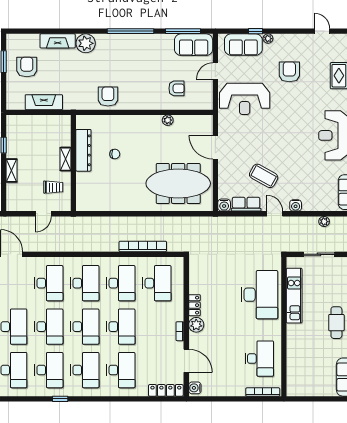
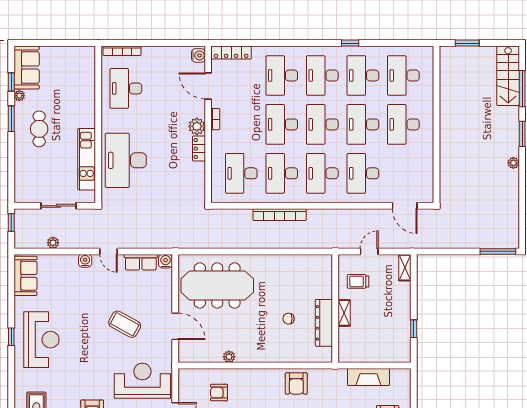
shelving: (12, 170) -> (405, 268), moved
coffee table: (264, 176) -> (125, 324), moved
bookcase: (143, 246) -> (280, 215), moved

